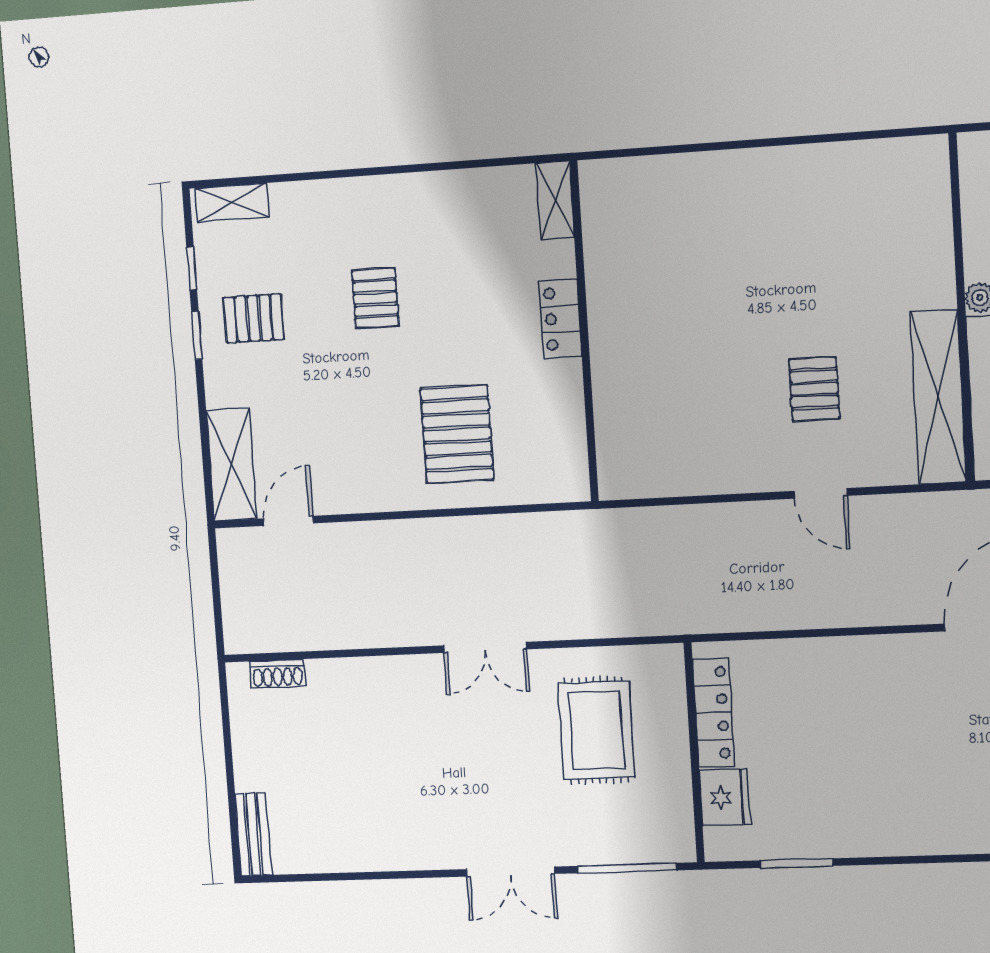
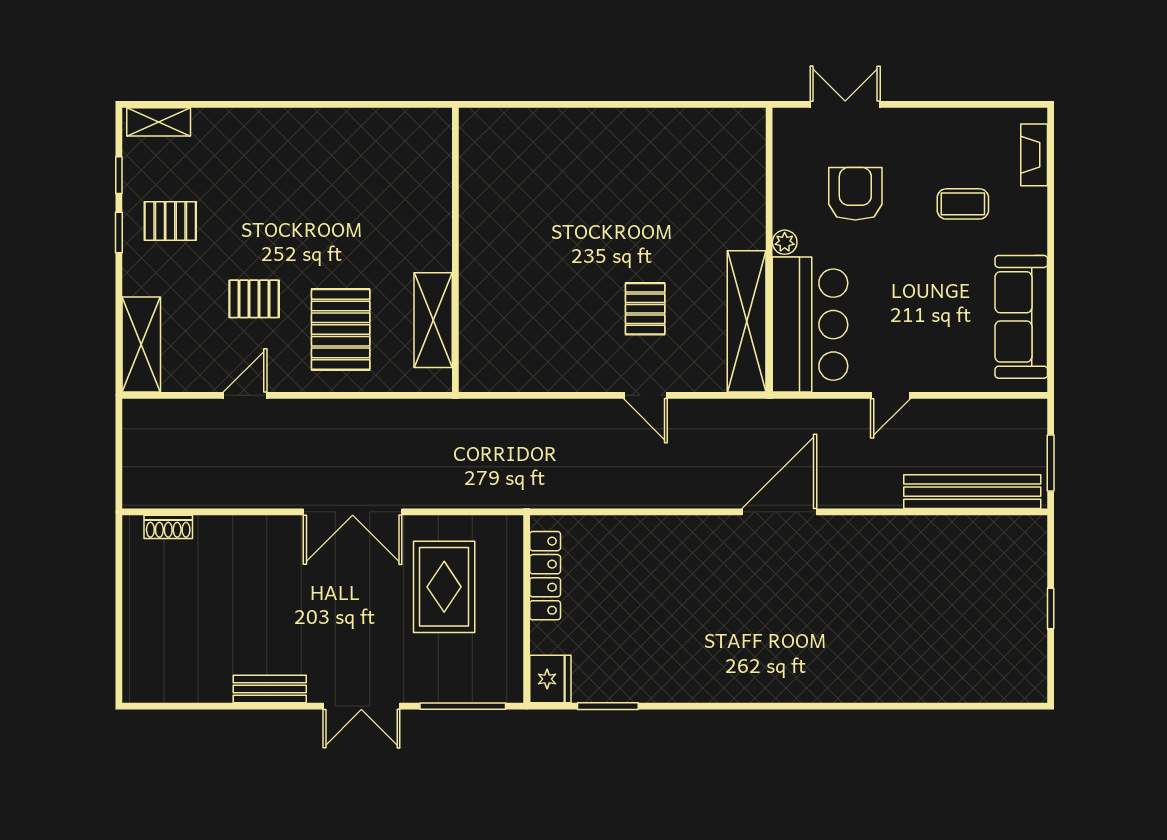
shelving: (555, 200) -> (433, 320), moved, width x1.50, depth x1.33
pallet: (375, 298) -> (254, 299), moved, turned 90
locker: (560, 319) -> (436, 238), removed
door: (288, 521) -> (245, 395), moved
double door: (485, 647) -> (353, 512), width x1.37
fridge: (725, 798) -> (550, 679), moved
bench: (253, 834) -> (270, 689), moved, turned 90

